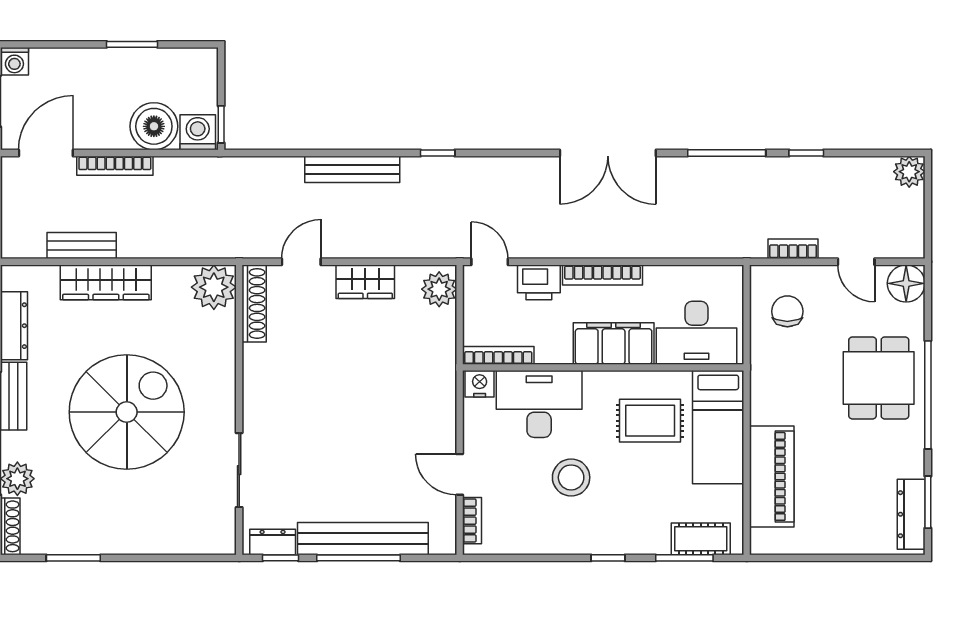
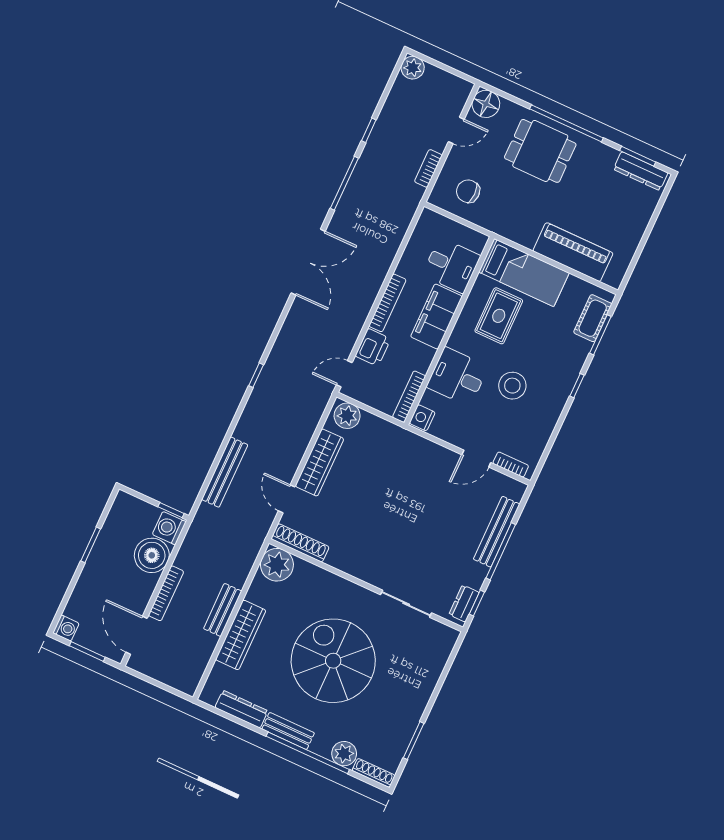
bench: (352, 169) -> (225, 472), moved
bench: (82, 246) -> (223, 610), moved
wardrobe: (365, 282) -> (320, 462), width x1.50
desk: (697, 333) -> (451, 265), width x0.73
desk: (539, 404) -> (457, 377), width x0.73
bench: (363, 539) -> (497, 532), width x0.73, depth x0.82

